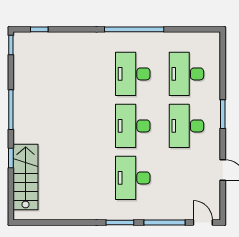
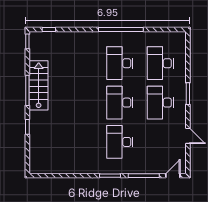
stairs: (26, 177) -> (39, 85), moved
door: (203, 222) -> (173, 176), hinge flipped

